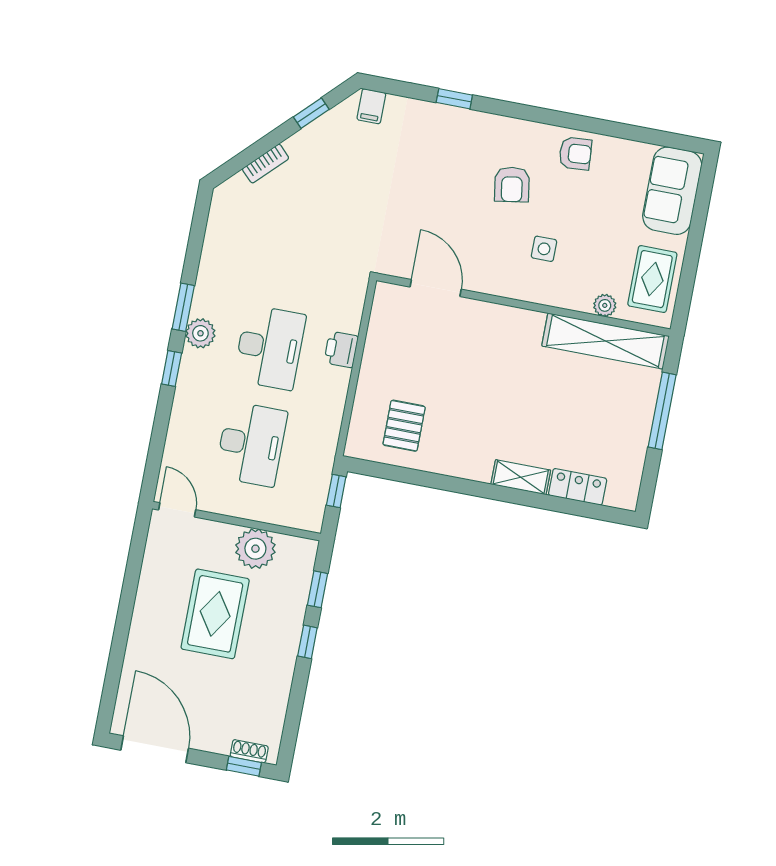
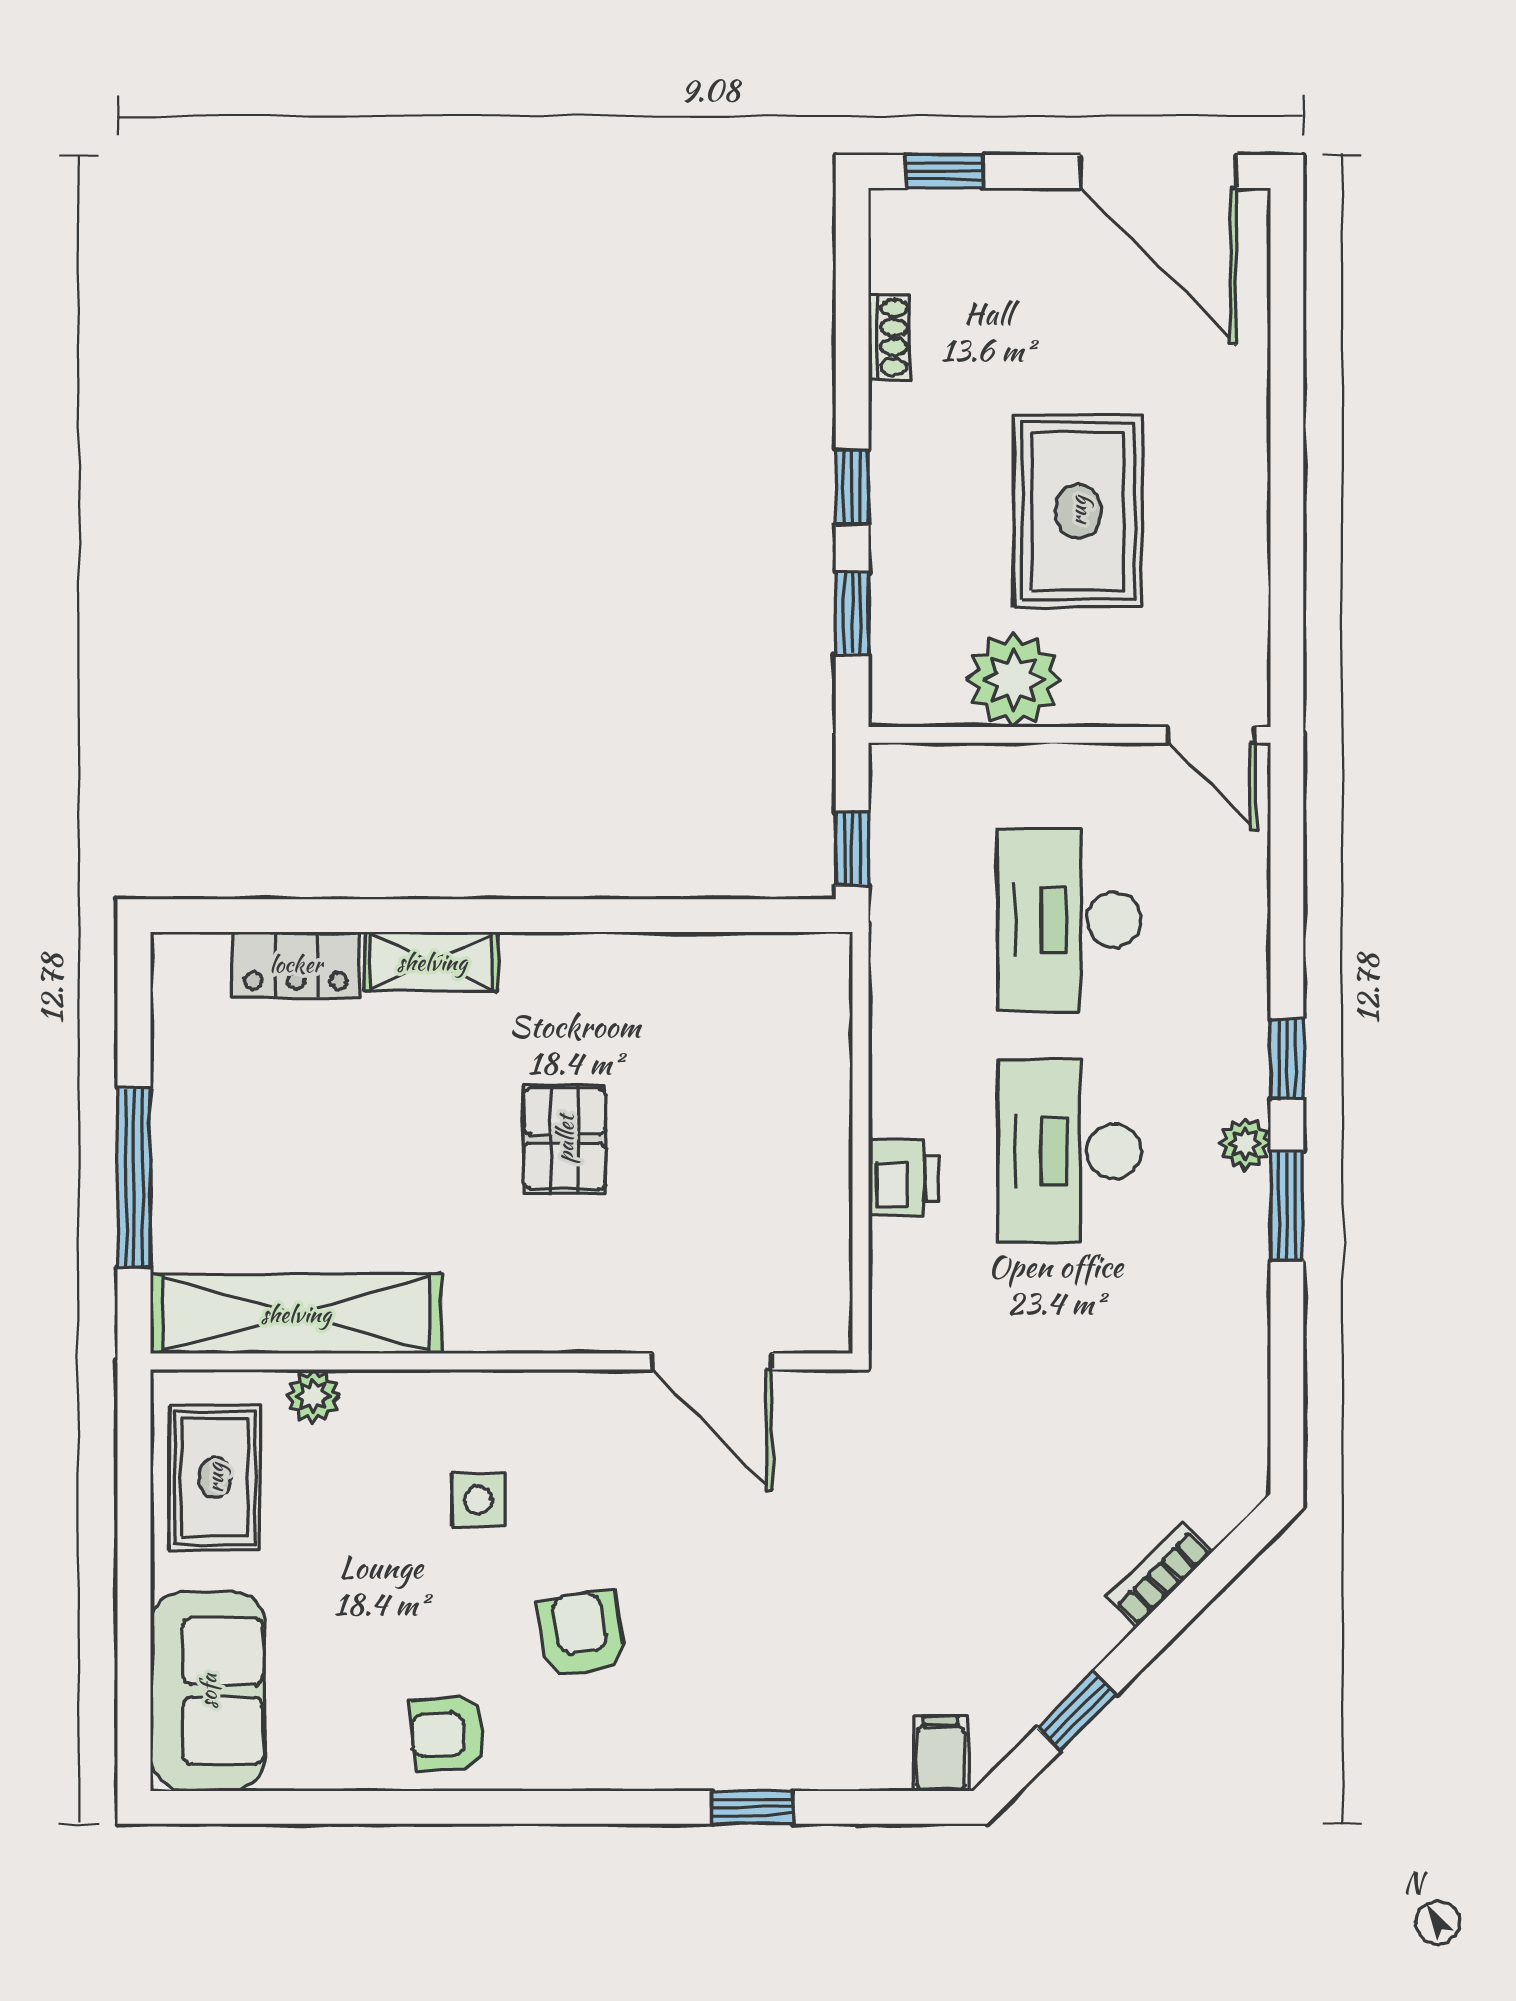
plant: (200, 333) -> (1245, 1144), width x0.73, depth x0.73
pallet: (404, 426) -> (565, 1139), moved
shoe rack: (249, 751) -> (889, 337), moved, turned -90

